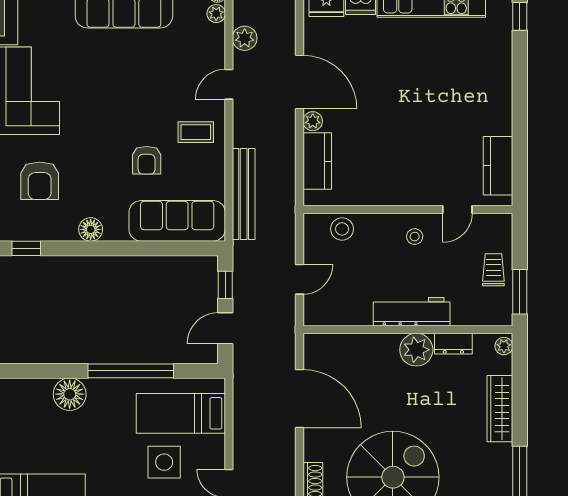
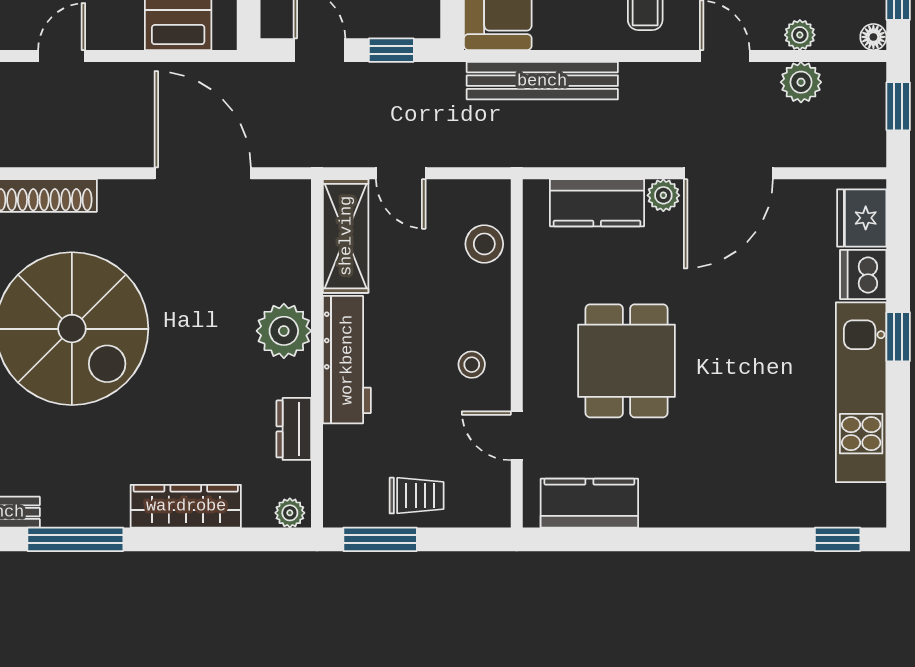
plant: (216, 14) -> (800, 35), moved
dining table: (412, 143) -> (627, 361), added
shelving: (337, 312) -> (346, 236), added
plant: (416, 350) -> (284, 331), moved
door: (299, 398) -> (203, 173), swing flipped

